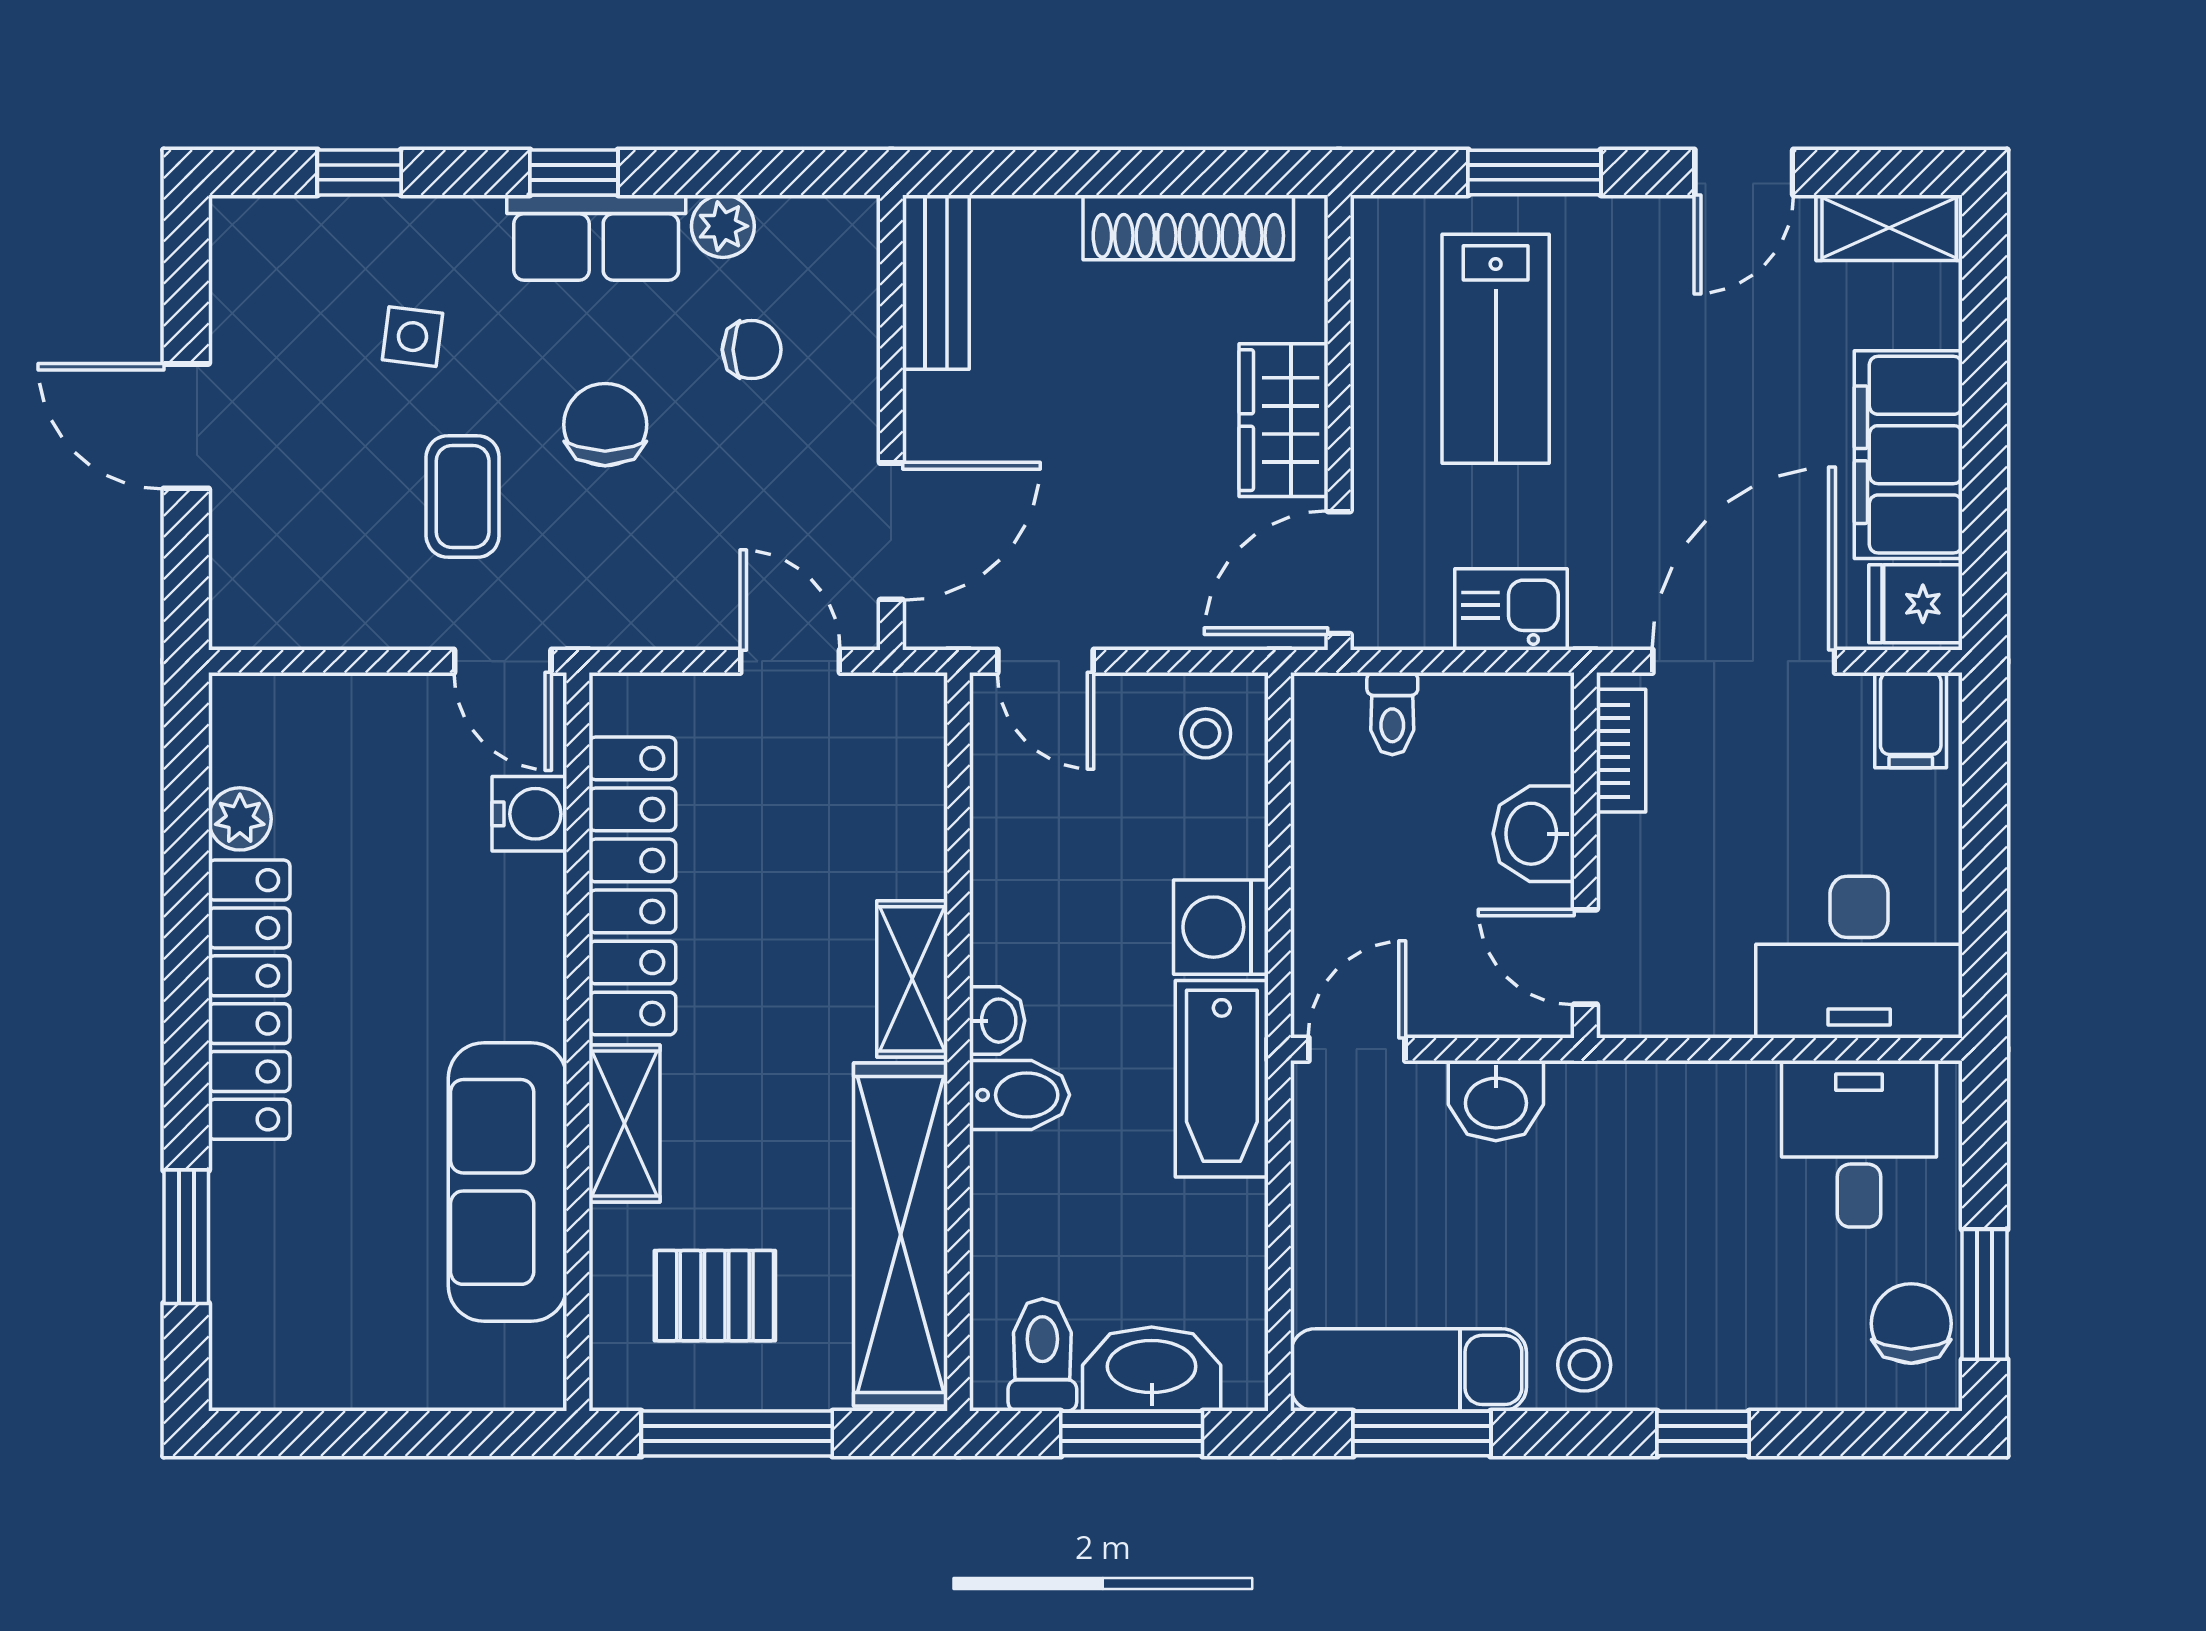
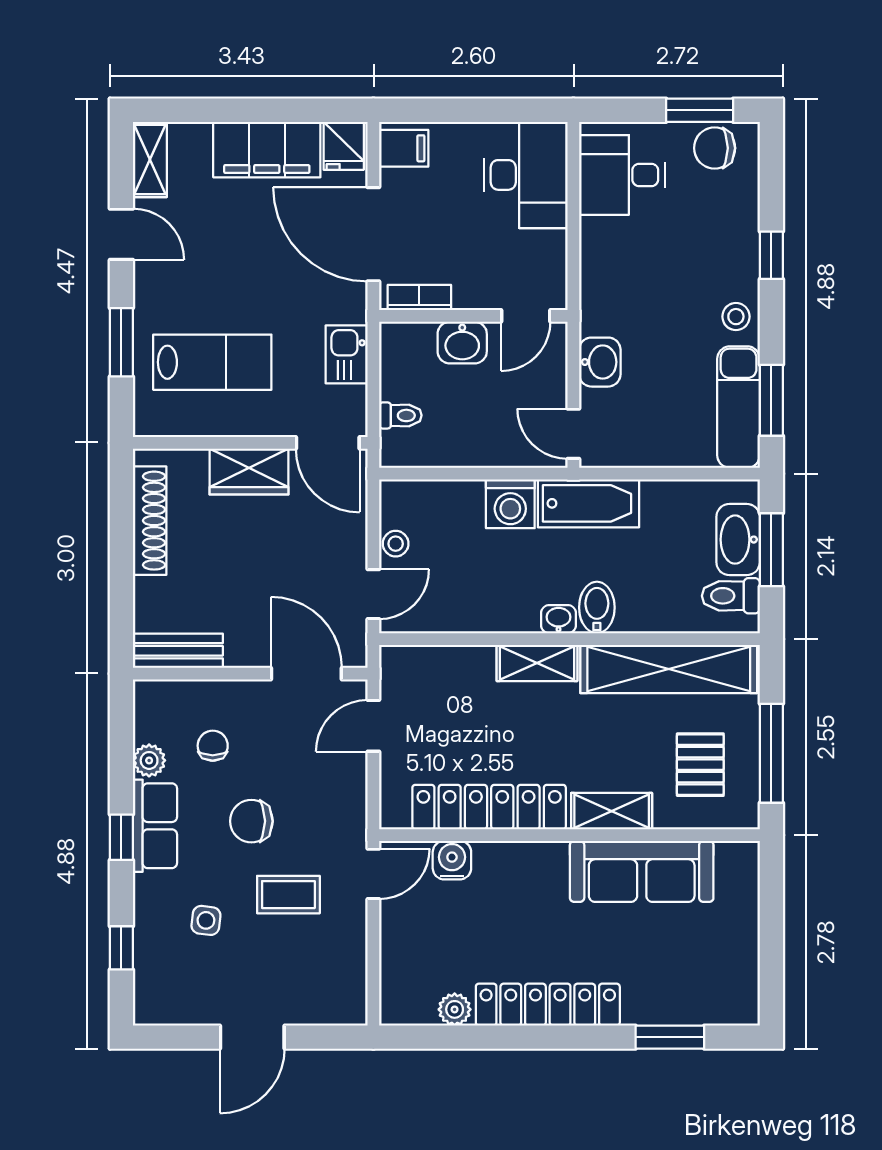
stool: (1206, 733) -> (396, 544), moved

